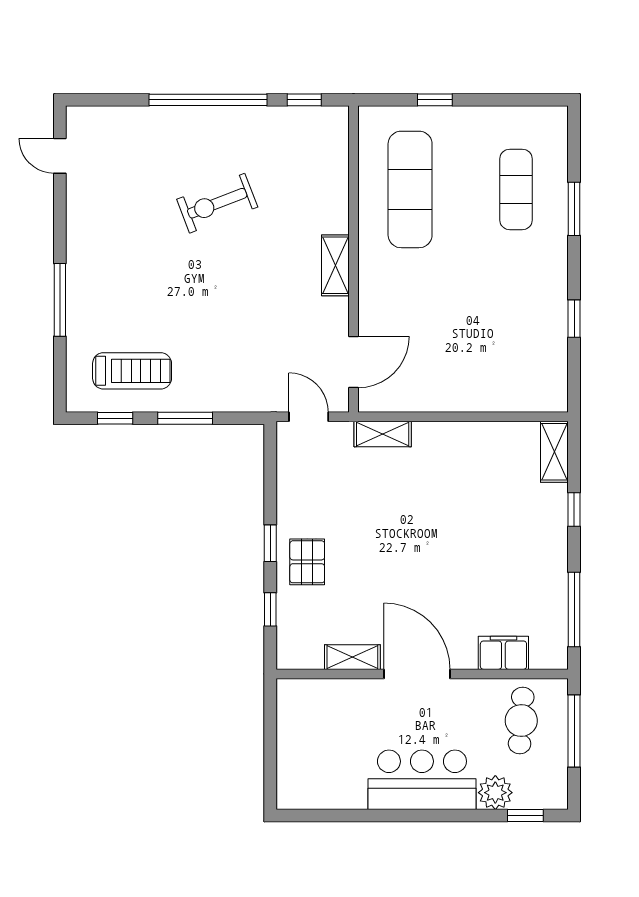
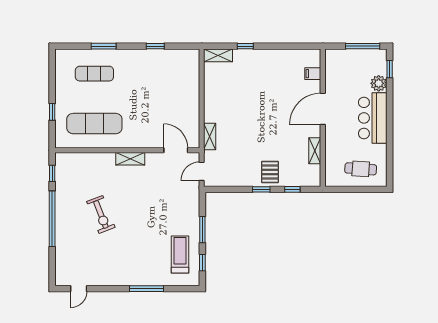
pallet: (307, 562) -> (270, 172), turned 90
window: (574, 609) -> (292, 46), removed
filing cabinet: (503, 653) -> (313, 74), width x0.50
door: (417, 674) -> (323, 109), moved
cafe table: (521, 721) -> (361, 169), moved
window: (574, 731) -> (363, 46), moved

